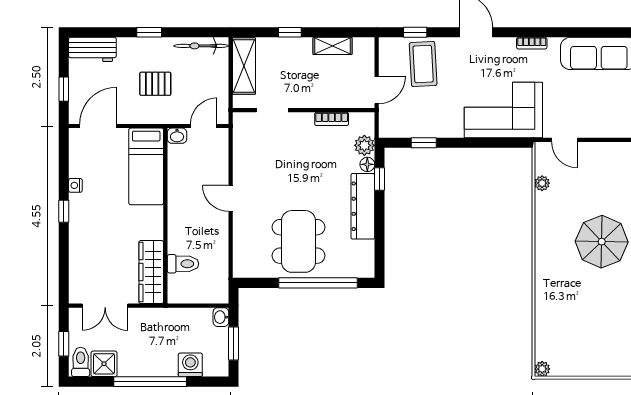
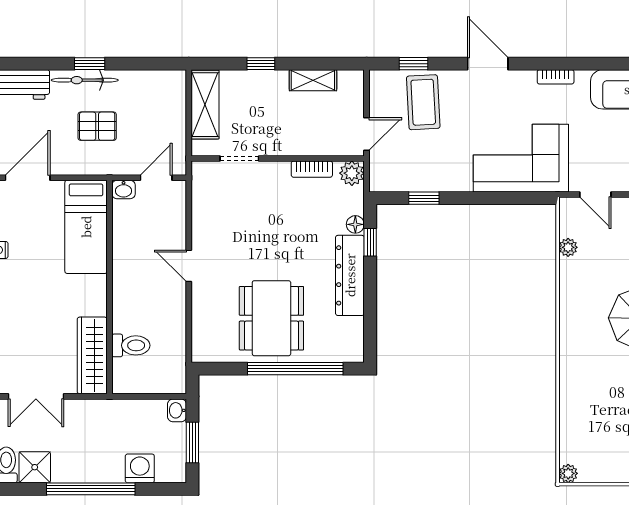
bicycle: (201, 46) -> (85, 80), moved
plant: (364, 145) -> (352, 173), moved

